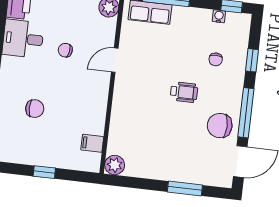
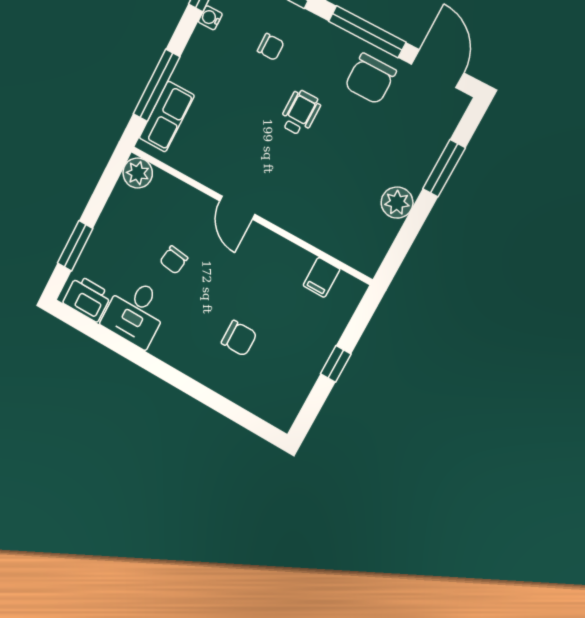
door: (115, 60) -> (237, 208), moved
chair: (35, 109) -> (239, 338), turned 90
plant: (115, 165) -> (397, 203), moved

